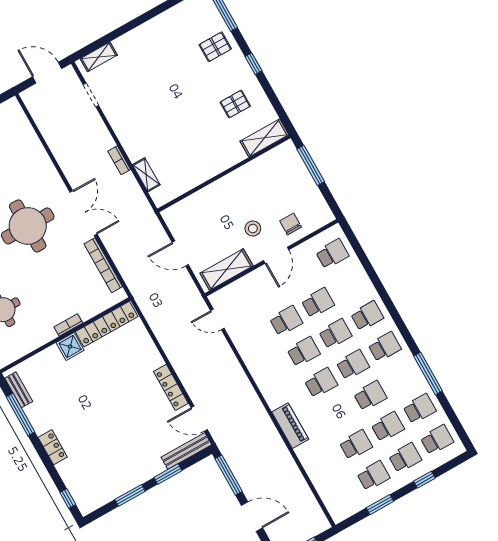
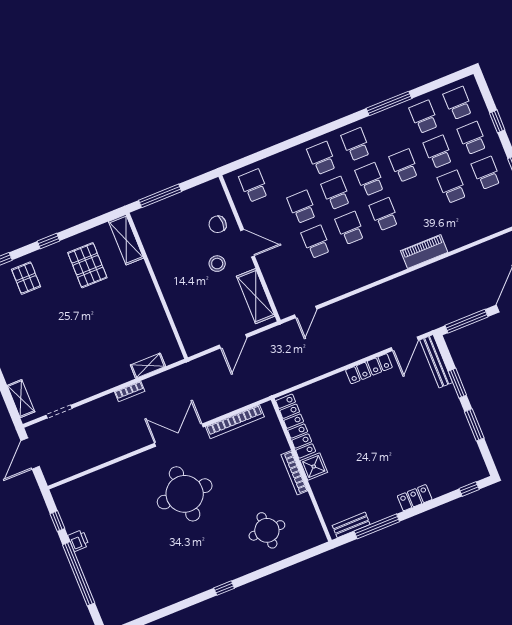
pallet: (235, 104) -> (87, 265), width x1.50, depth x1.42
bookcase: (68, 325) -> (294, 473), width x1.56

